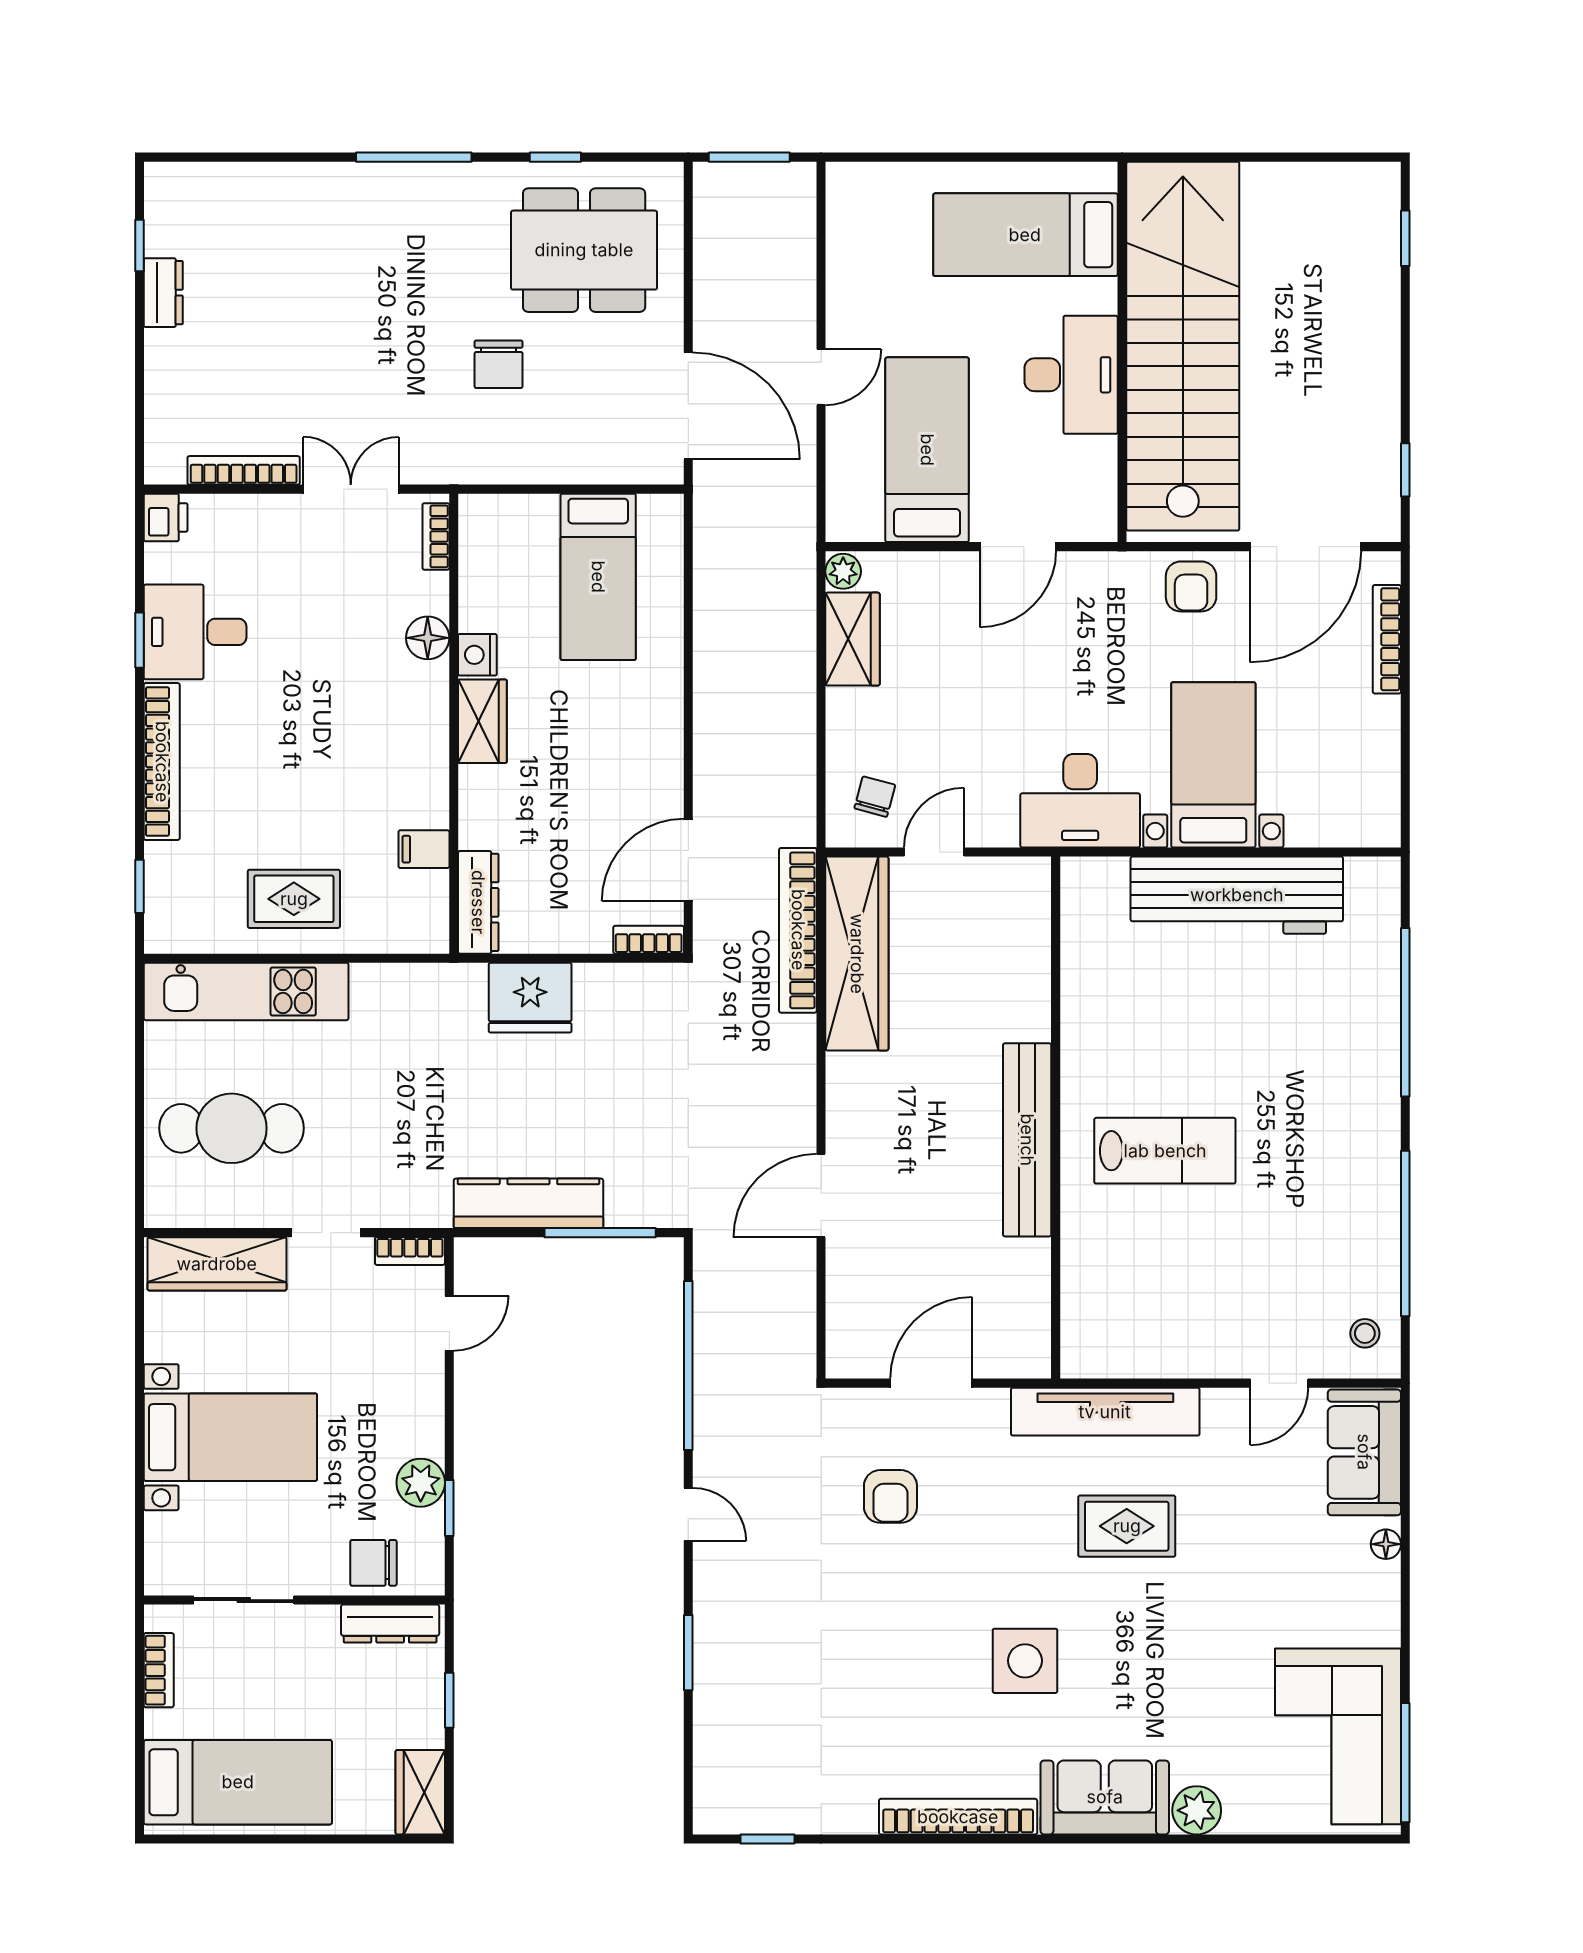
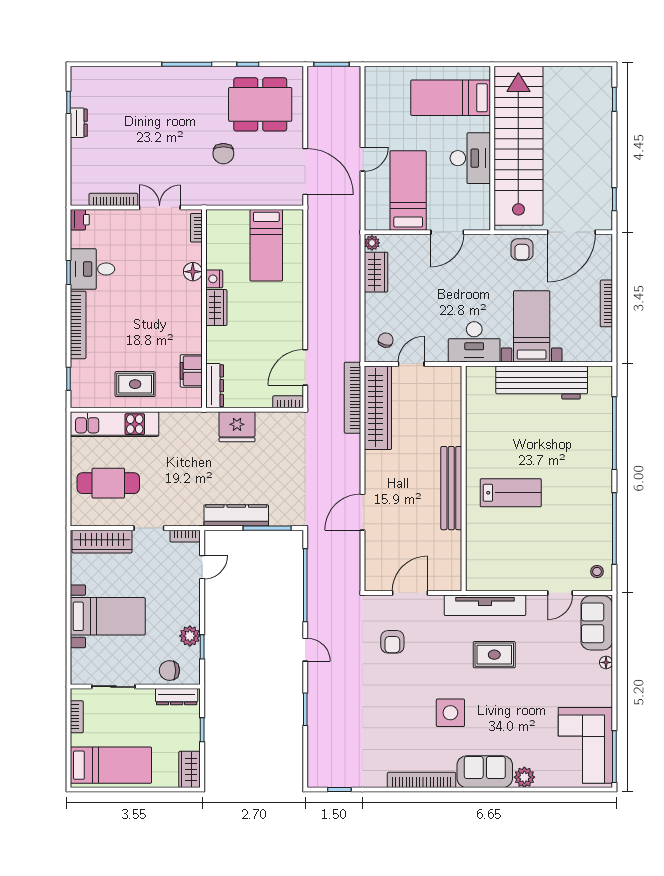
bookcase: (1387, 639) -> (606, 303), moved
filing cabinet: (424, 849) -> (191, 371), width x2.00

